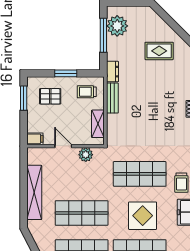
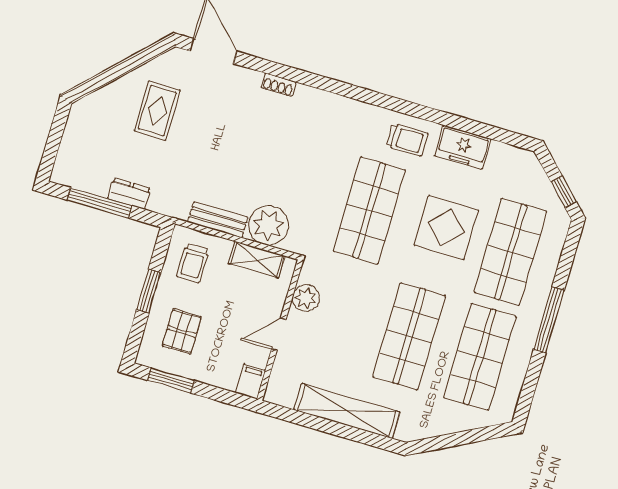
plant: (117, 26) -> (268, 225), moved
dresser: (113, 72) -> (129, 194), moved

